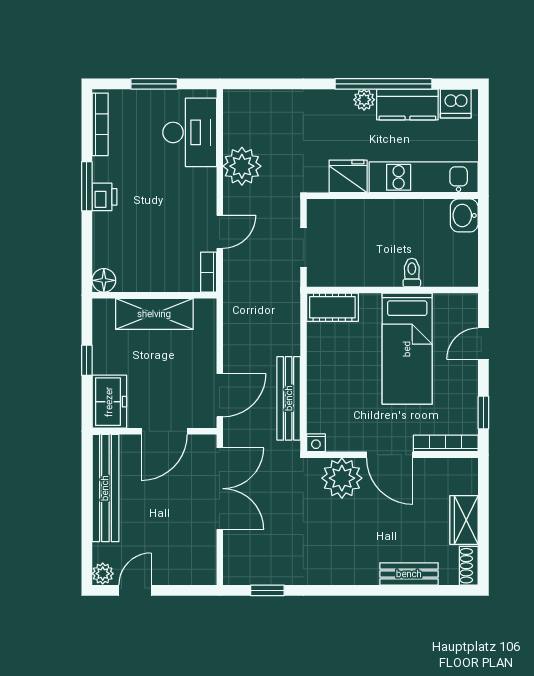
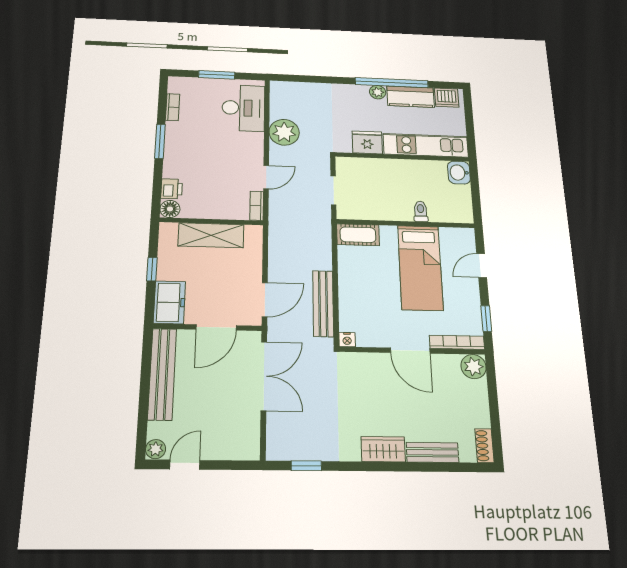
bookcase: (100, 124) -> (173, 107), width x0.64
printer: (104, 197) -> (172, 189), moved
plant: (342, 478) -> (474, 367), moved, width x0.73, depth x0.73
wardrobe: (464, 520) -> (383, 449), moved, turned 90

